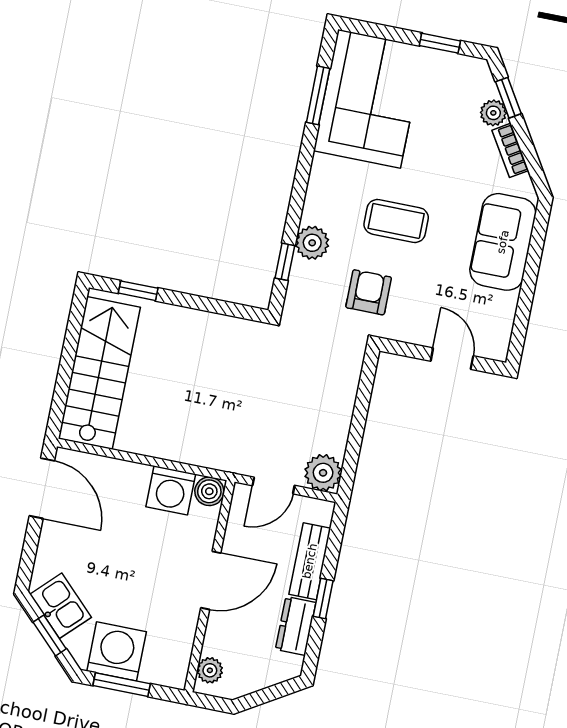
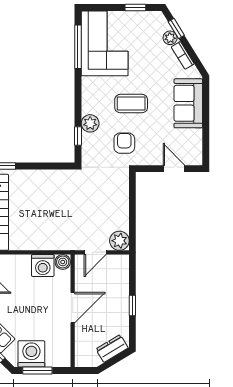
window: (318, 95) -> (78, 47), width x1.44
bench: (310, 561) -> (122, 288), removed
dresser: (296, 626) -> (112, 348), moved, turned 59
plant: (210, 670) -> (81, 354), removed

